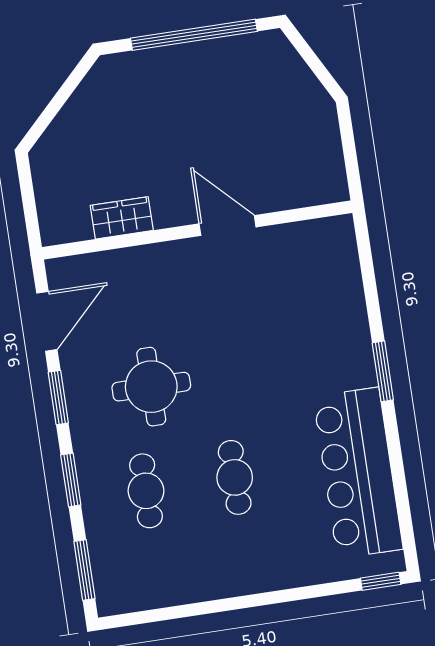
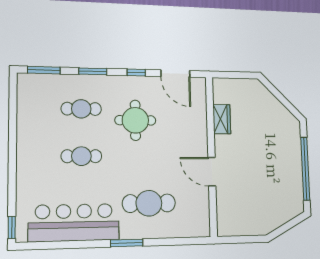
door: (228, 225) -> (212, 172), swing flipped
cafe table: (304, 340) -> (149, 203), added
window: (58, 398) -> (136, 73), width x0.67

